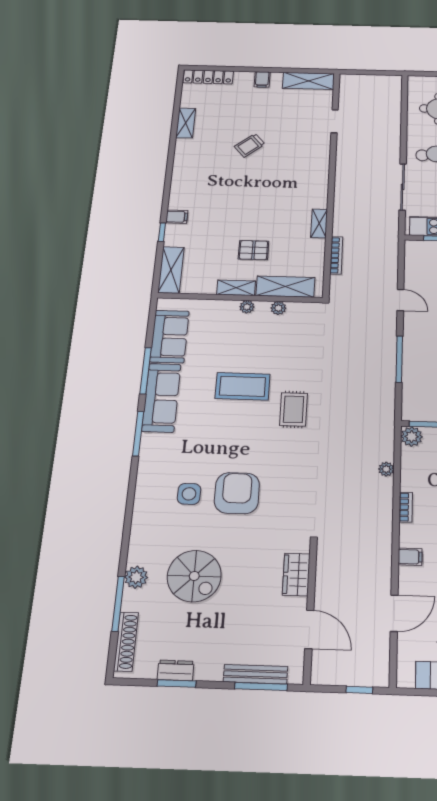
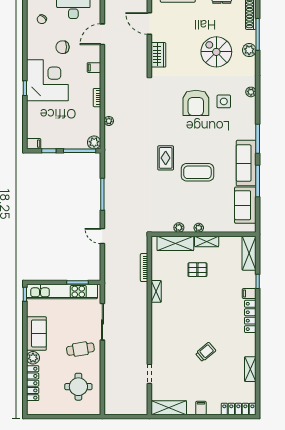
locker: (178, 187) -> (250, 316), added
plant: (141, 508) -> (251, 92), added

